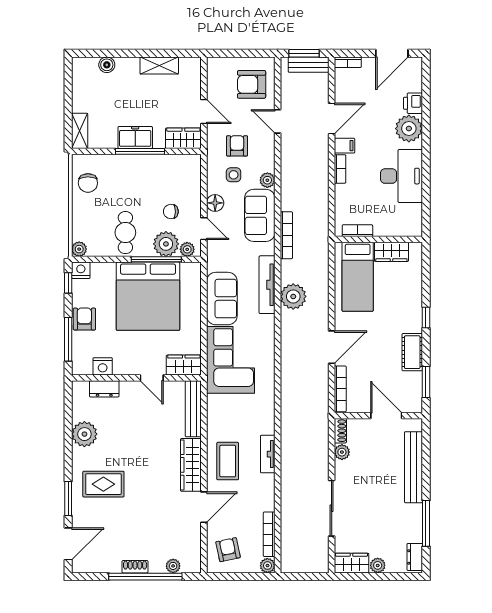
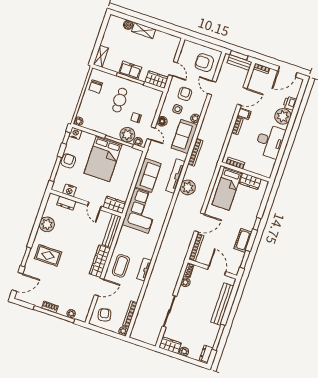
shelving: (159, 66) -> (144, 31), moved
cafe table: (125, 233) -> (120, 100), moved
bed: (148, 296) -> (103, 159), width x0.73

